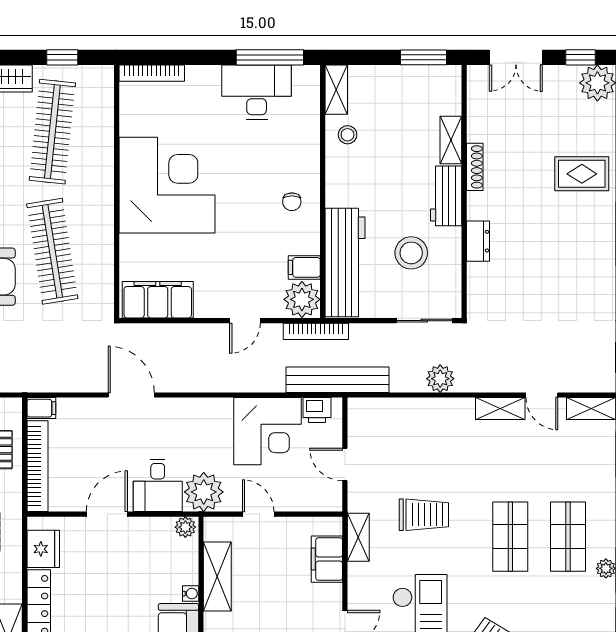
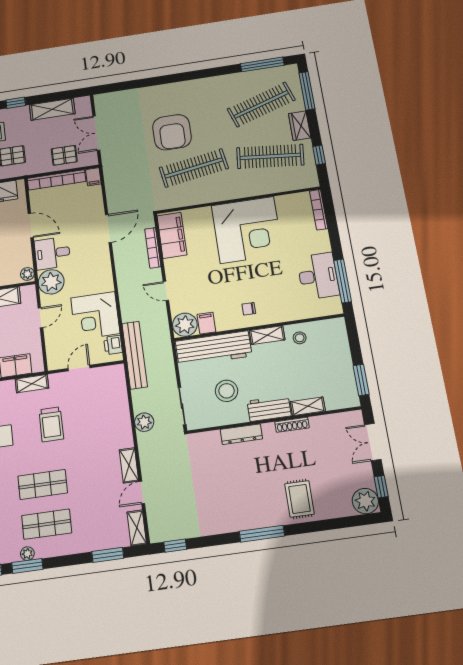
shelving: (336, 90) -> (267, 335), moved
dresser: (478, 241) -> (241, 434), width x1.44
bookcase: (316, 331) -> (153, 248), moved

